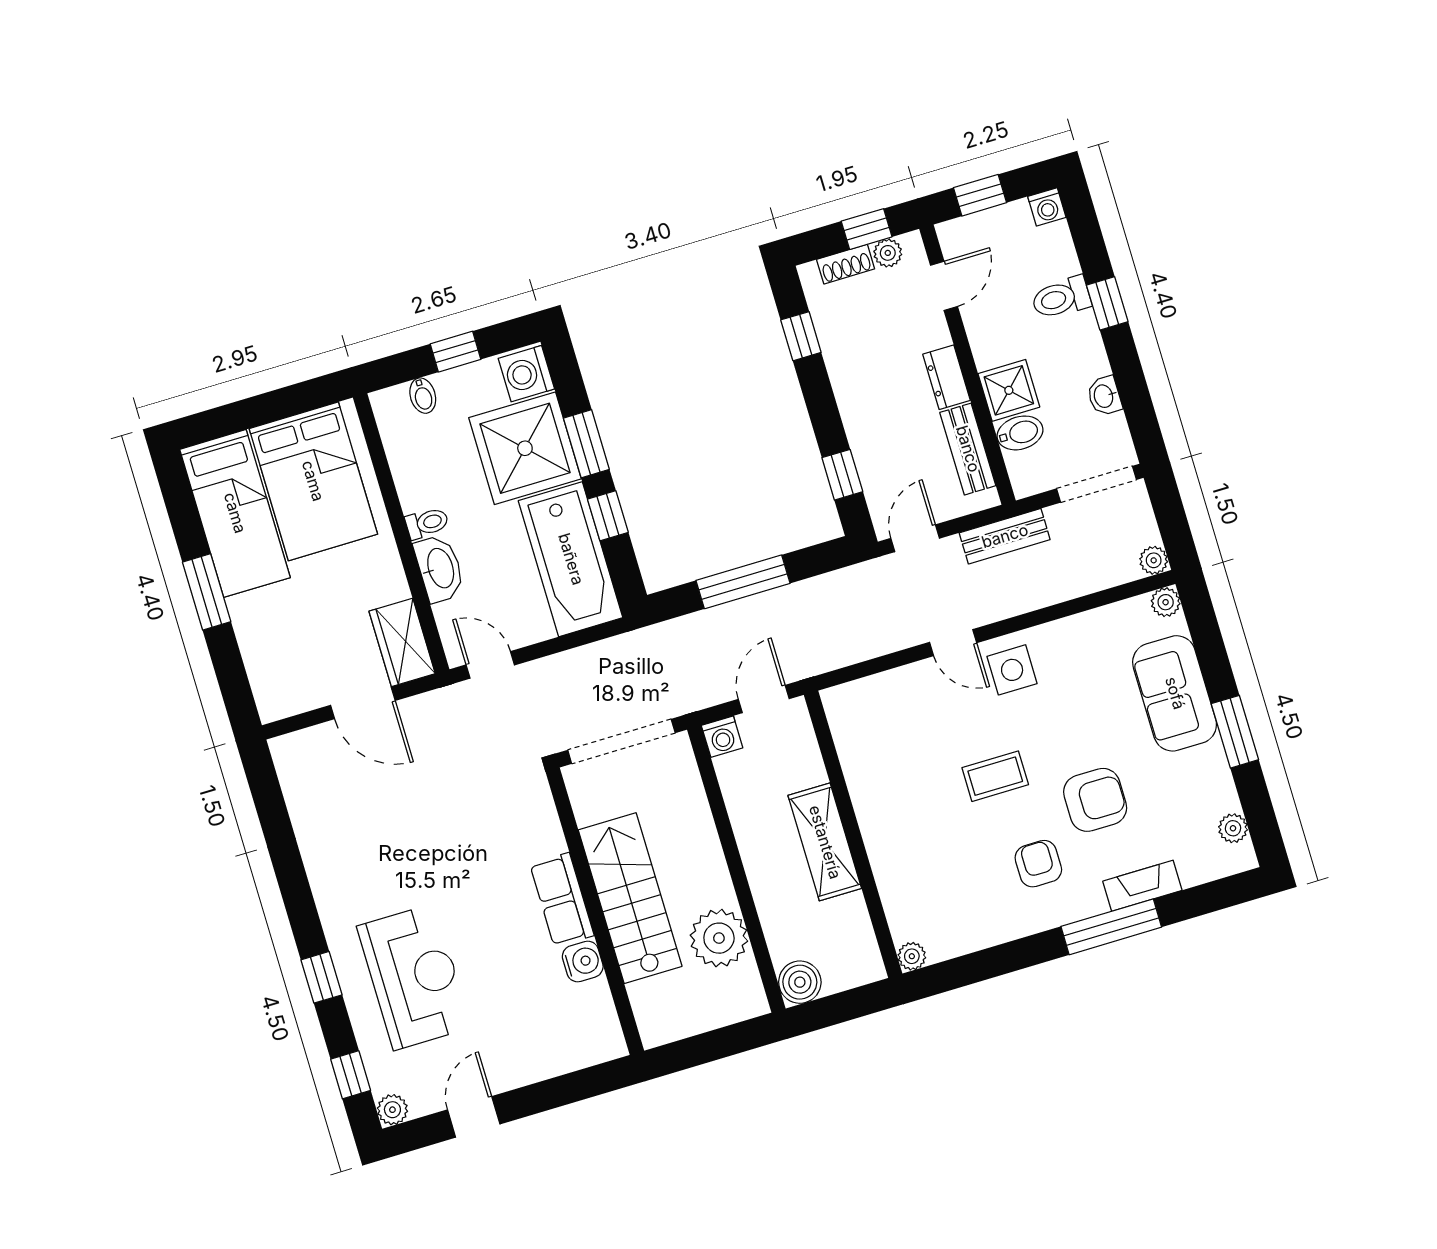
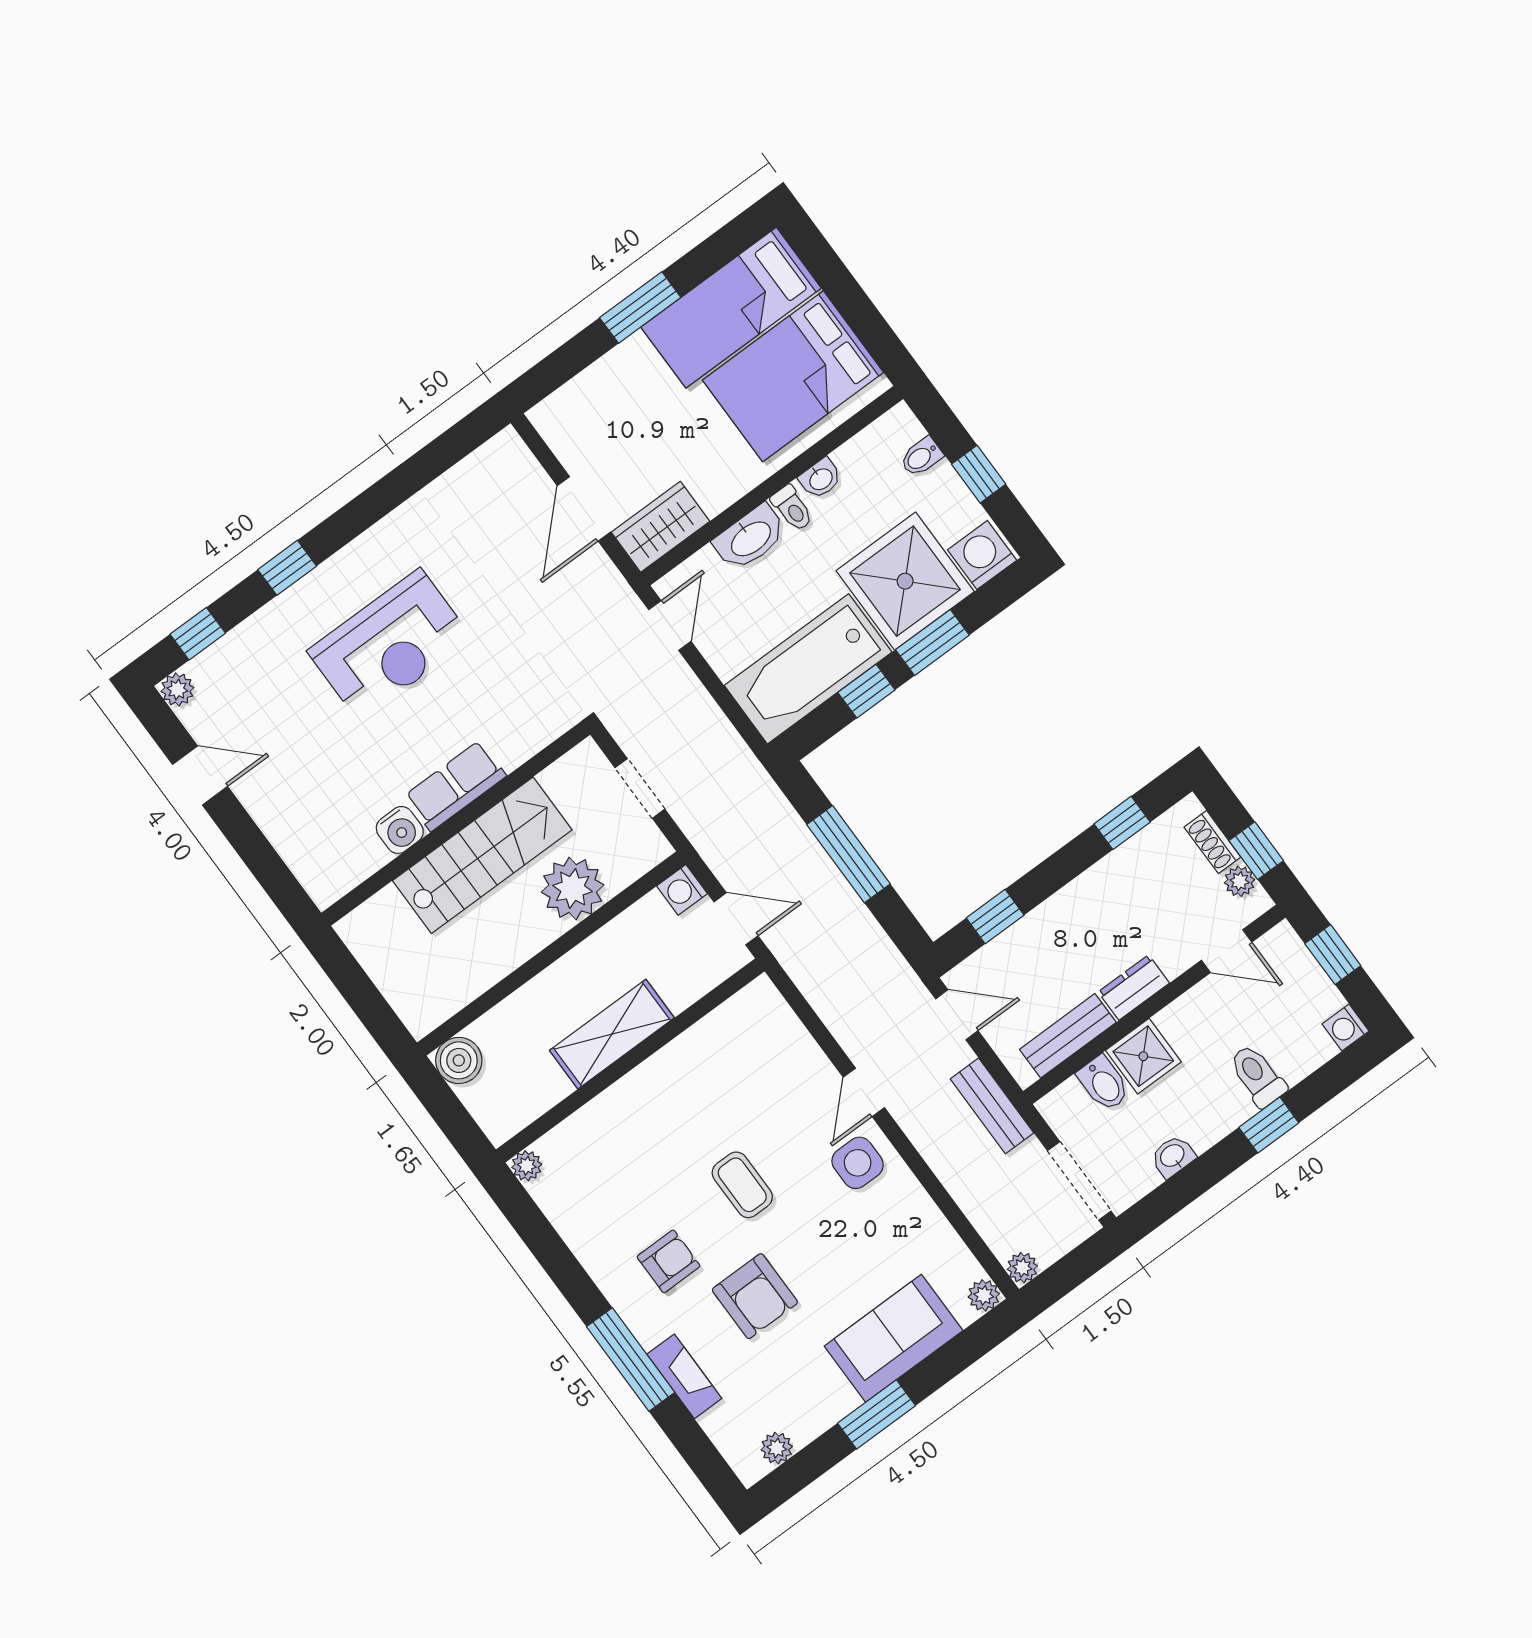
washbasin: (410, 489) -> (820, 479), added
doorway: (621, 741) -> (640, 788), width x0.53
plant: (719, 938) -> (573, 889), moved
reception desk: (414, 977) -> (390, 645), moved

